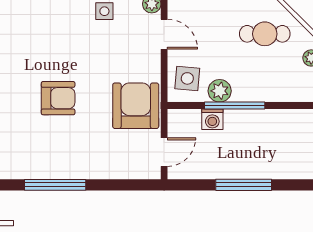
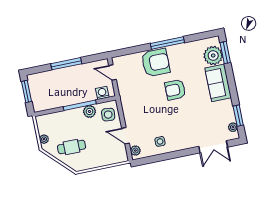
armchair: (136, 106) -> (156, 63), moved, turned -90
washing machine: (212, 119) -> (102, 93), moved
door: (164, 152) -> (112, 72), hinge flipped

